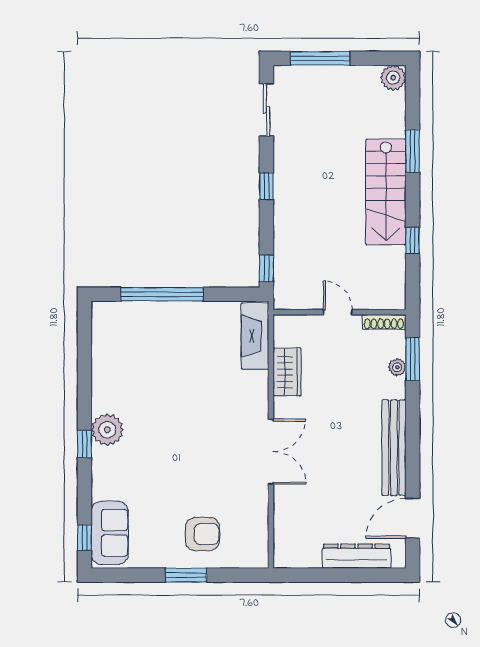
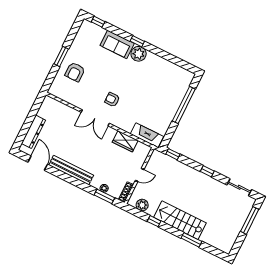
plant: (393, 78) -> (142, 205), moved
armchair: (220, 436) -> (112, 100), added
sofa: (110, 533) -> (117, 44), moved

